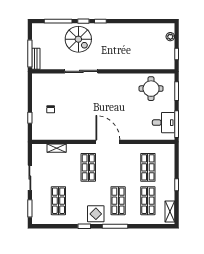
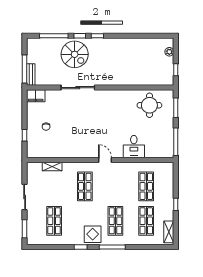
filing cabinet: (41, 79) -> (36, 96), added
desk: (164, 123) -> (134, 147), moved, turned 90
door: (108, 142) -> (105, 160), width x0.53

